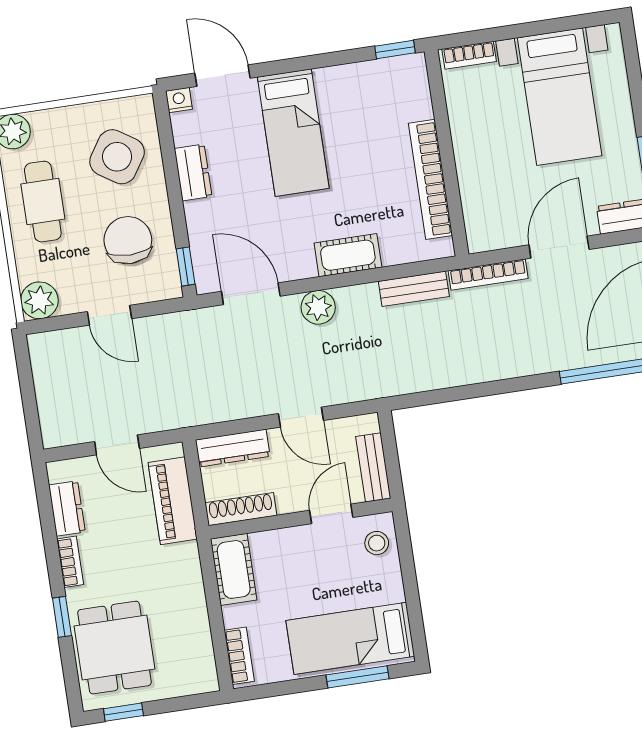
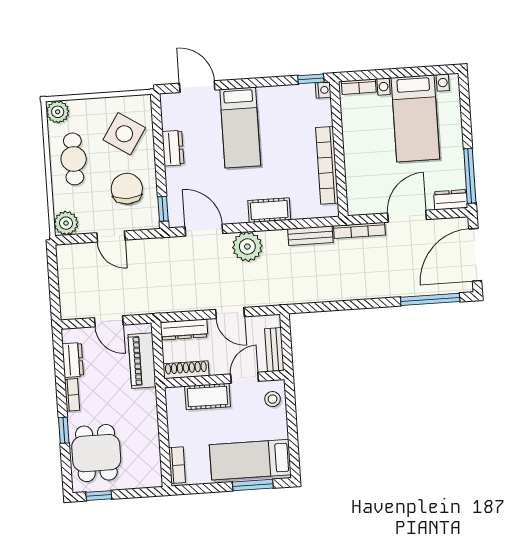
nightstand: (179, 100) -> (323, 90), moved, turned 90
plant: (318, 307) -> (247, 247), width x1.36, depth x1.36
cot: (234, 569) -> (208, 396), moved, turned 90

